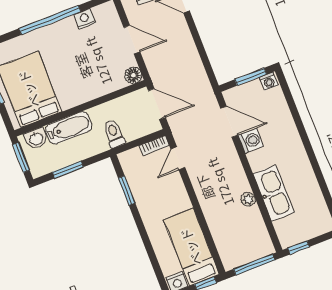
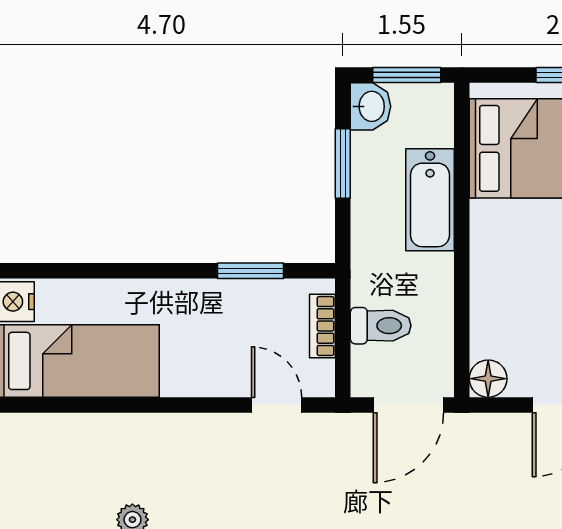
toilet: (114, 134) -> (381, 326), moved
washbasin: (36, 139) -> (371, 106), moved, turned 180
bookcase: (154, 146) -> (322, 326), moved

